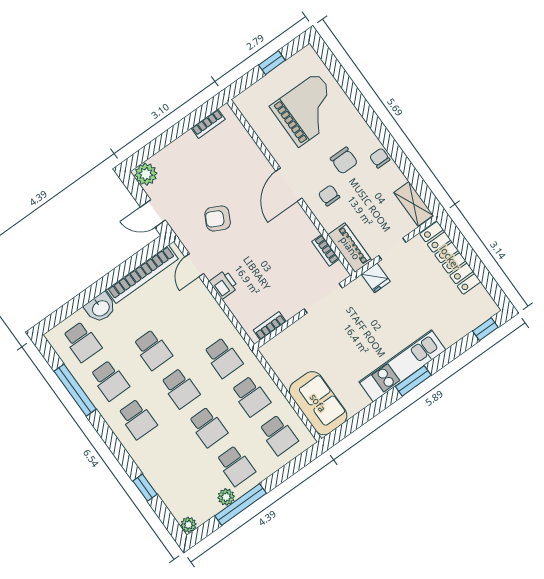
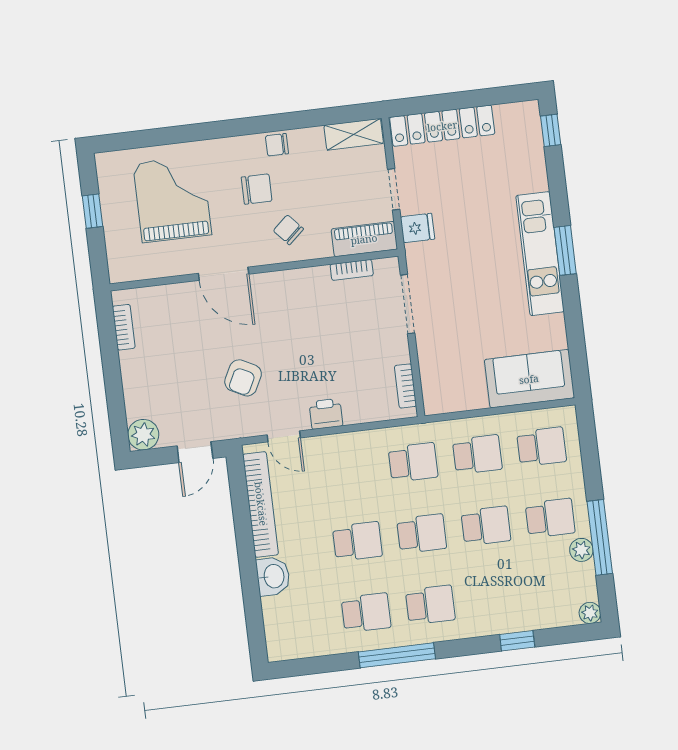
door: (289, 185) -> (224, 274), moved
chair: (329, 195) -> (288, 230), turned 48
school desk: (82, 342) -> (302, 620), removed
window: (75, 390) -> (397, 655), moved

